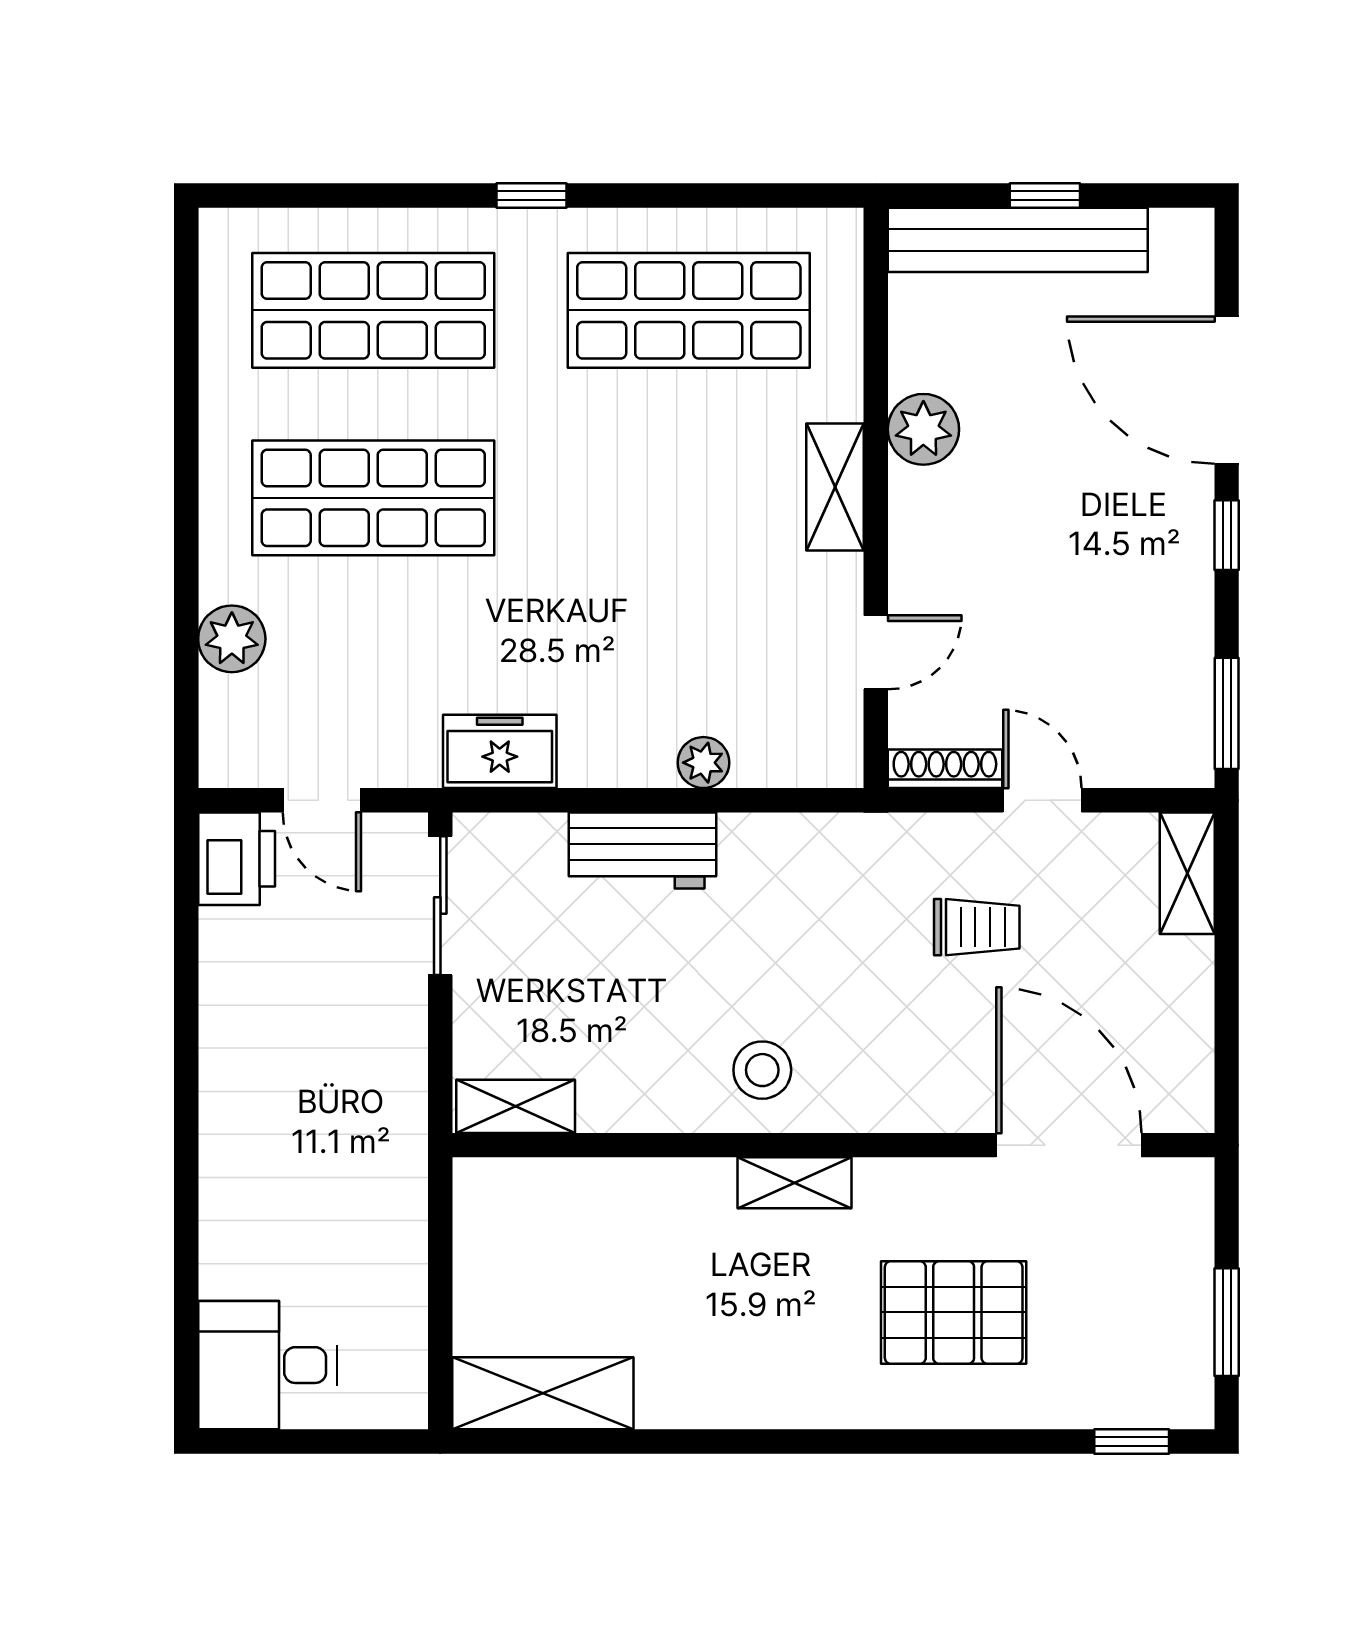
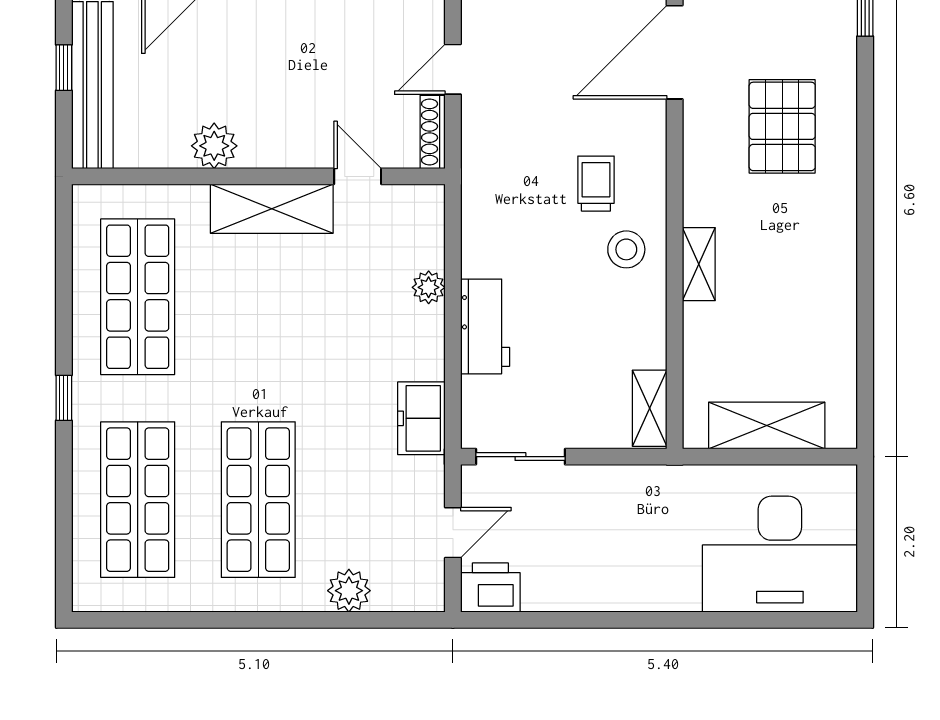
shelving: (835, 487) -> (272, 209), width x1.50, depth x1.33
trolley: (977, 927) -> (596, 184), moved
shelving: (795, 1183) -> (699, 264), moved
desk: (268, 1365) -> (780, 554), width x1.87, depth x1.30
shelving: (543, 1393) -> (767, 425), moved, turned 90

